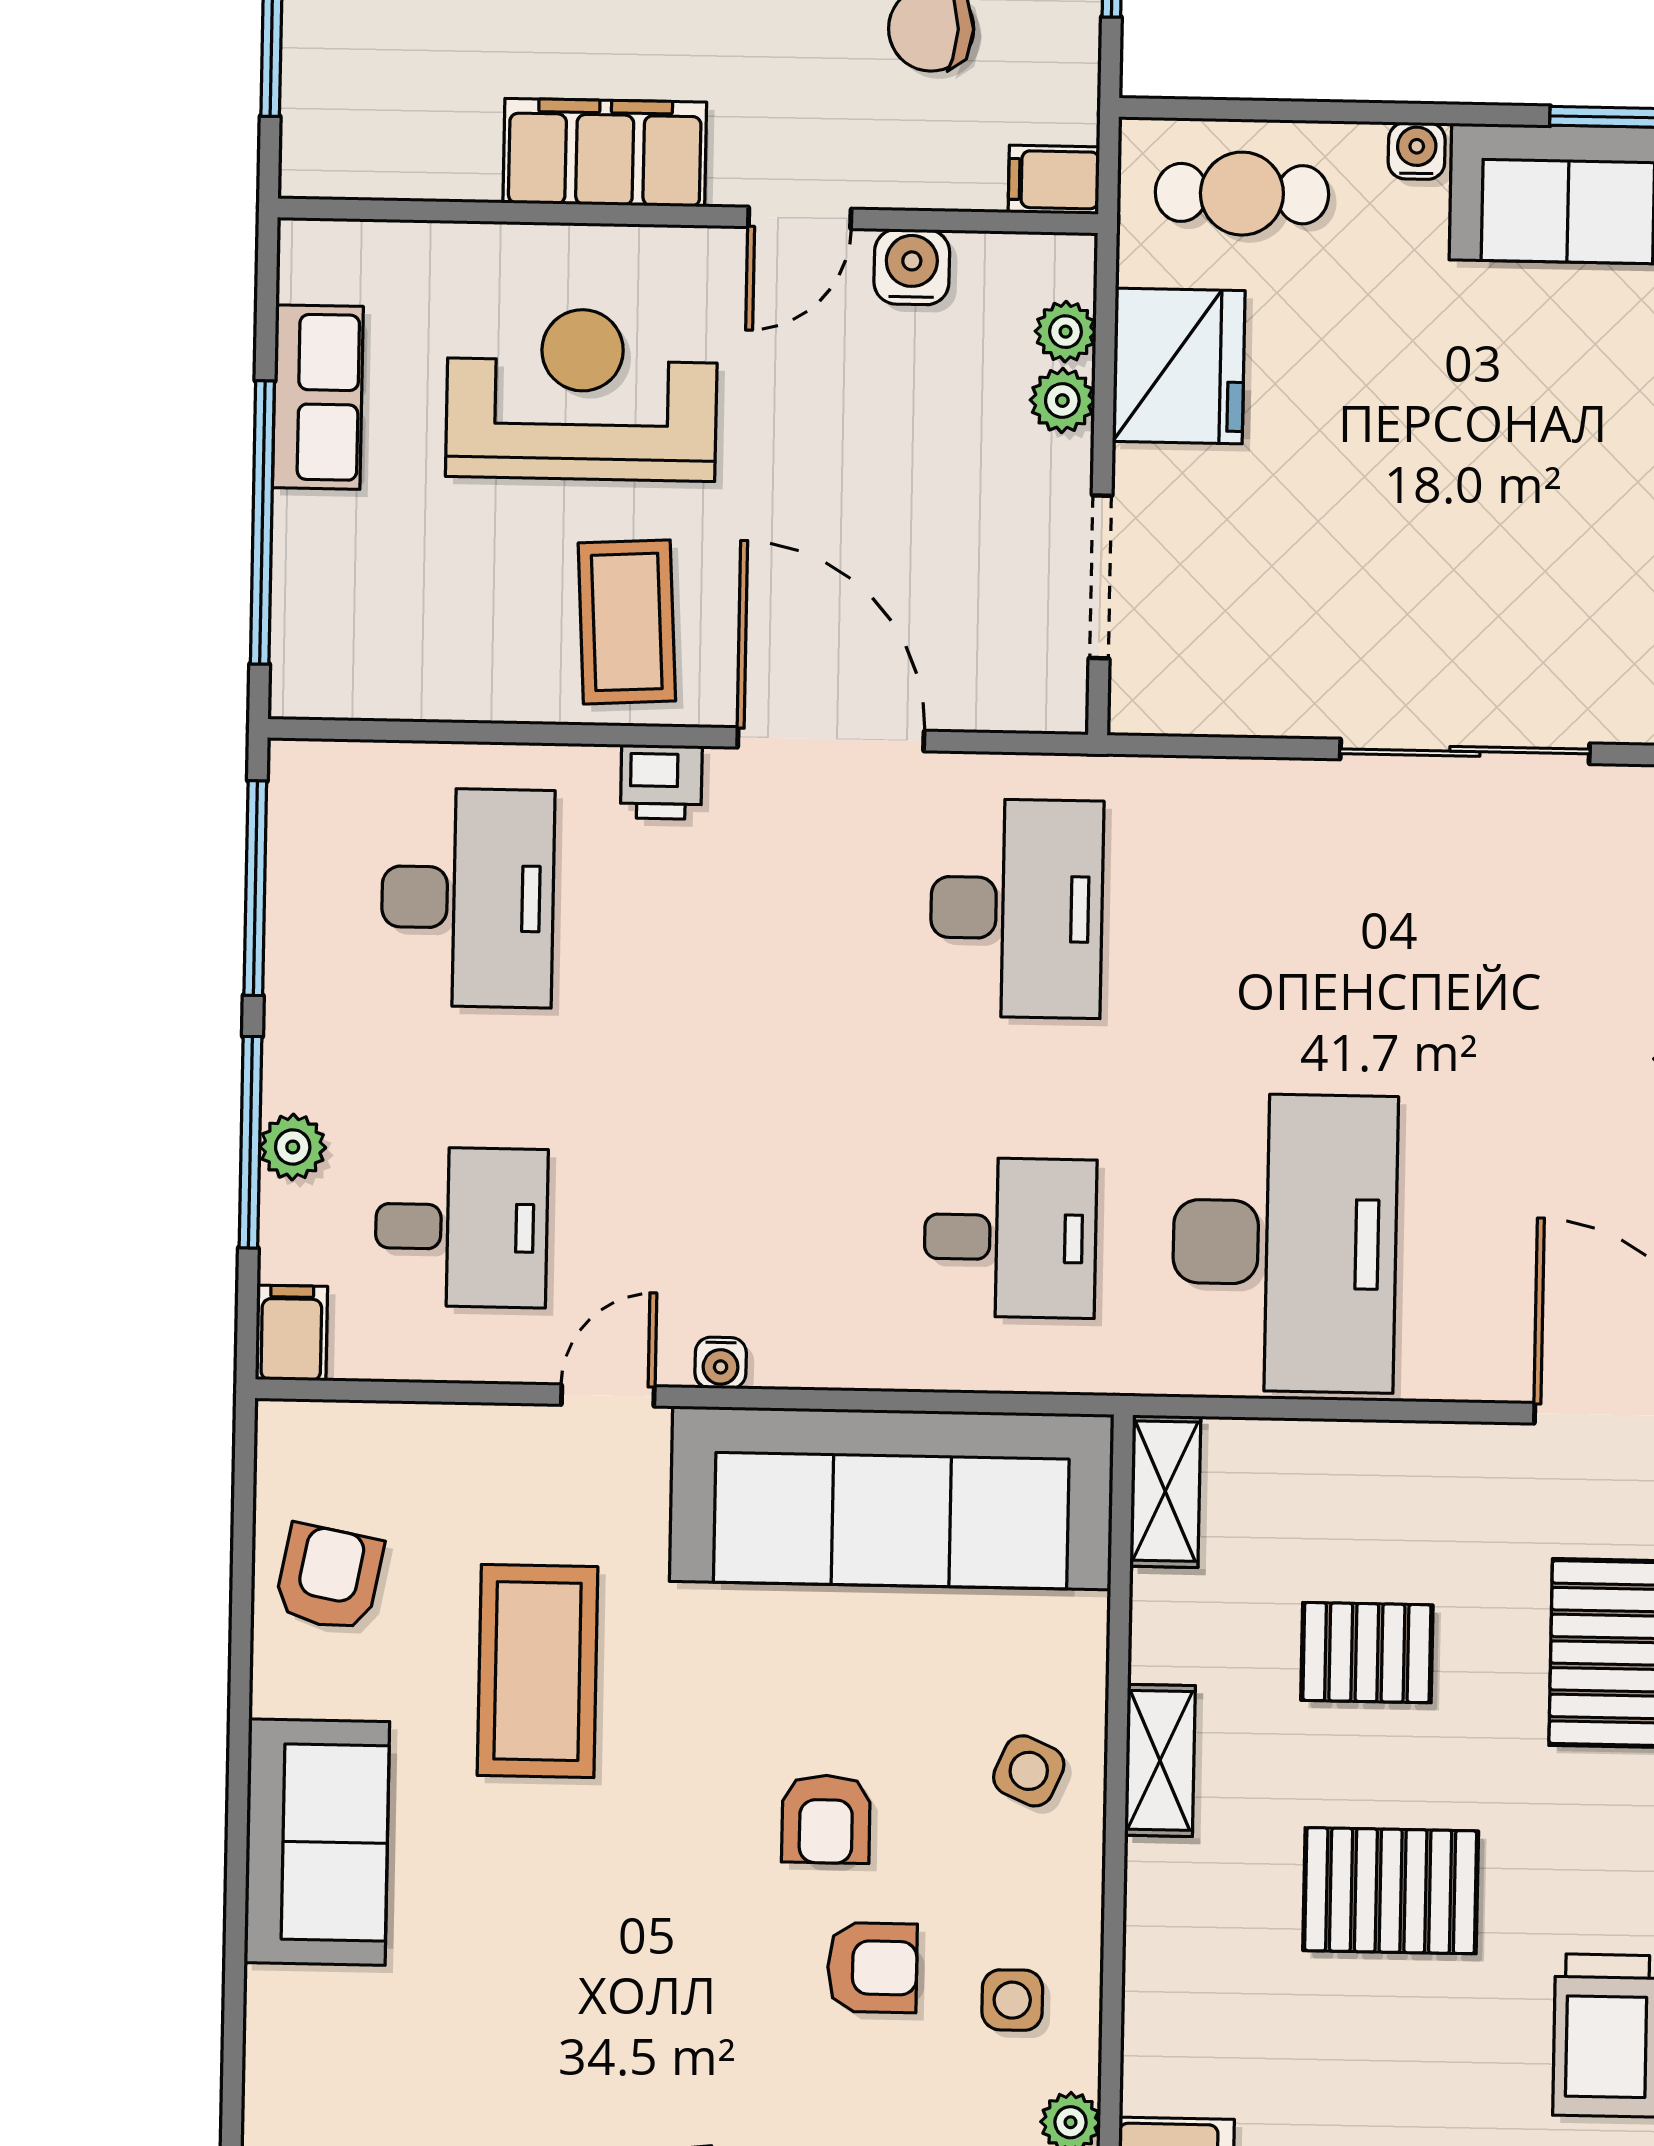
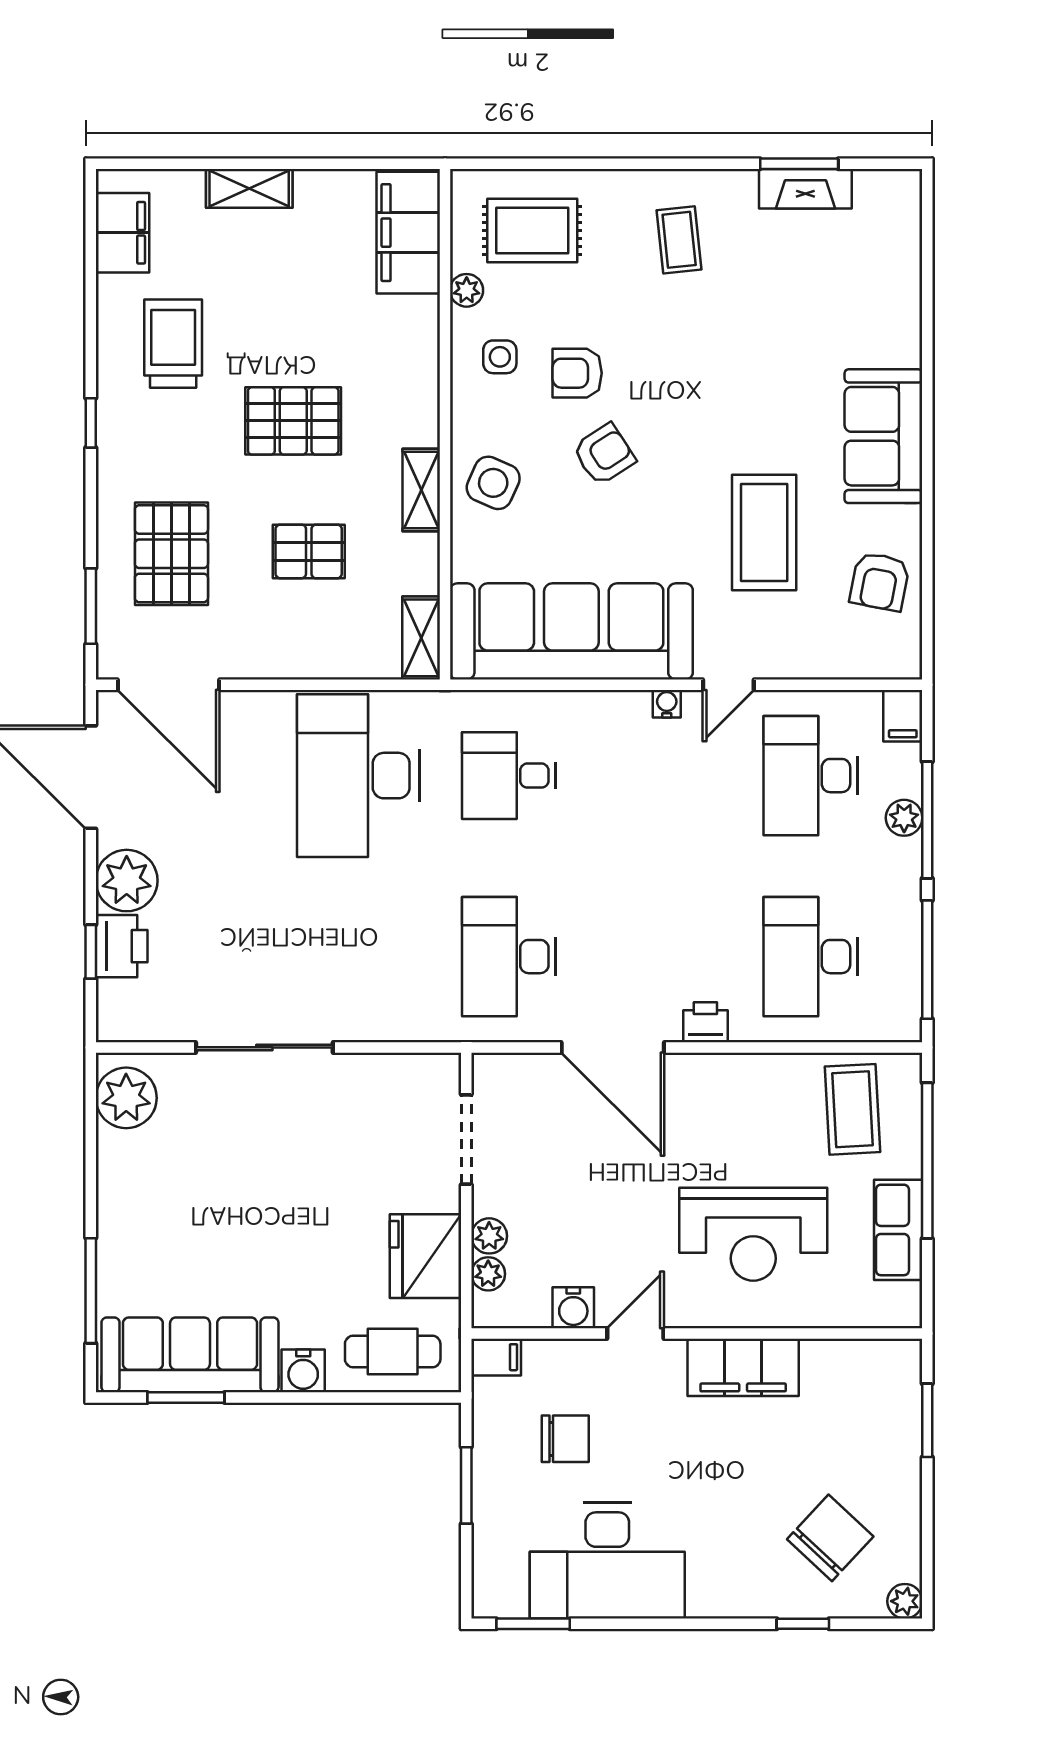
water cooler: (1417, 151) -> (303, 1371), width x1.38, depth x1.38
coffee table: (627, 622) -> (852, 1109), moved
desk: (461, 1227) -> (811, 776), width x1.37
side table: (1029, 1771) -> (493, 483), width x1.37, depth x1.37
armchair: (826, 1819) -> (604, 454), turned 57

